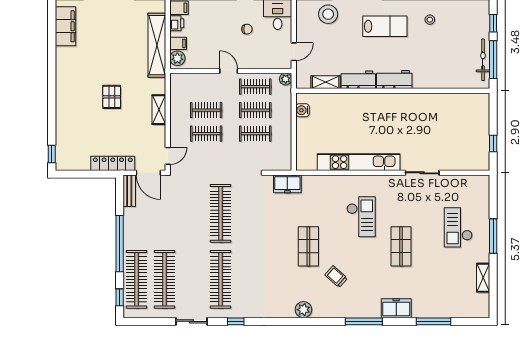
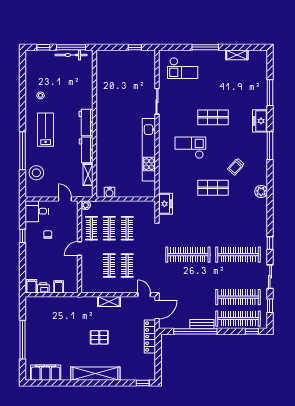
shelving: (157, 45) -> (95, 374), moved
plant: (177, 58) -> (70, 287), removed
bench: (129, 191) -> (202, 324), moved
checkout: (458, 227) -> (183, 68), moved
window: (120, 244) -> (195, 331), moved
window: (153, 321) -> (270, 306), added

